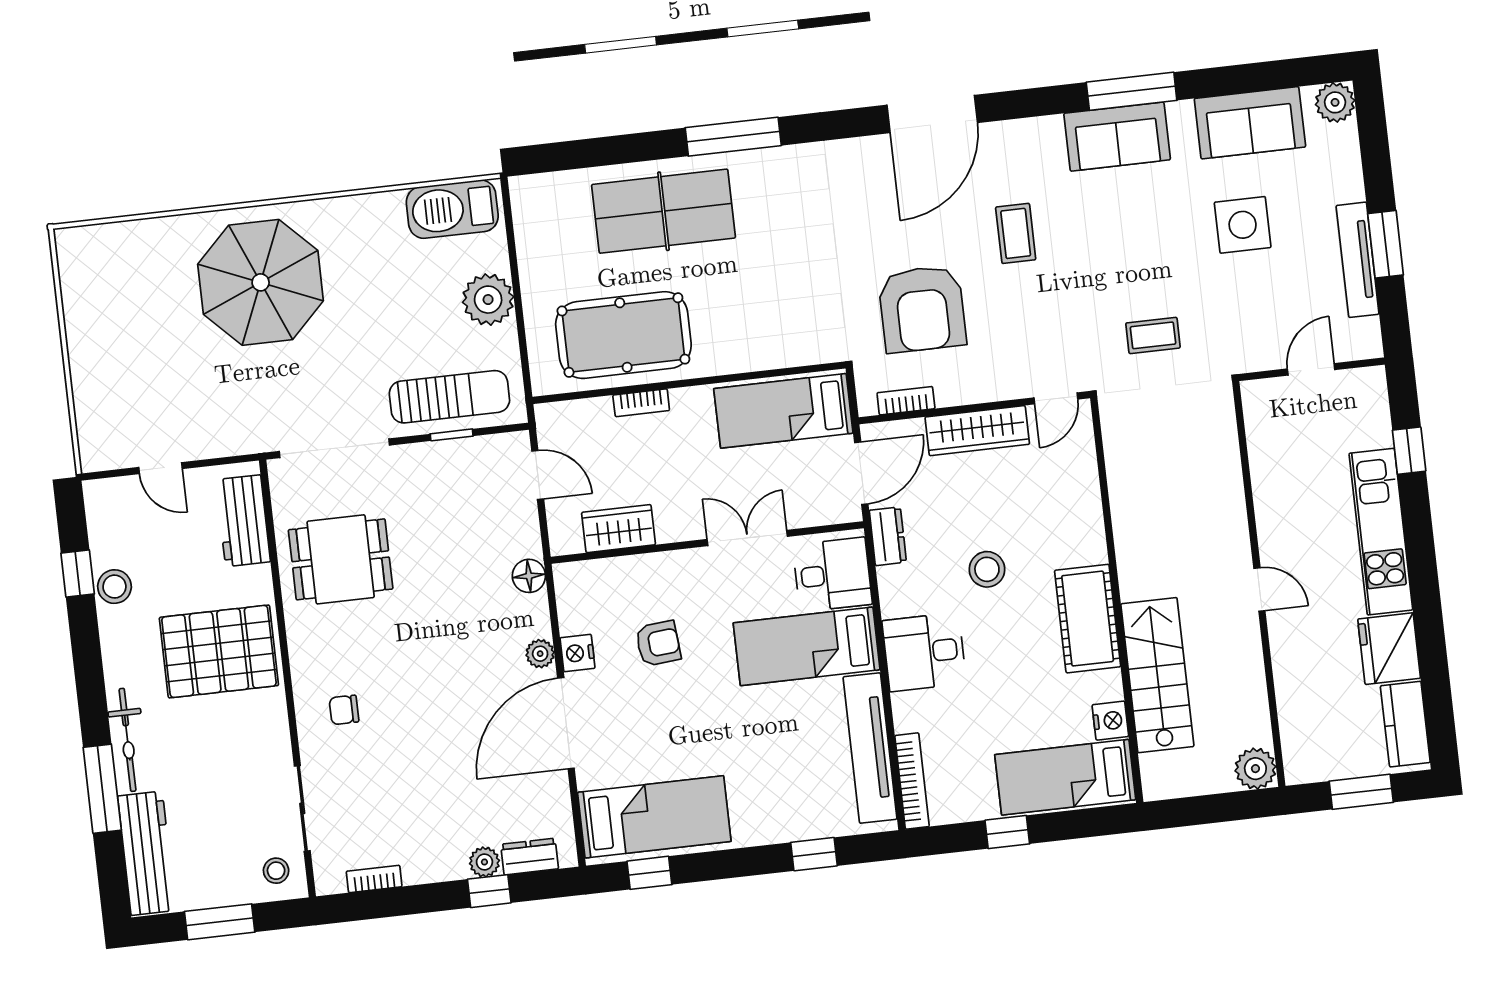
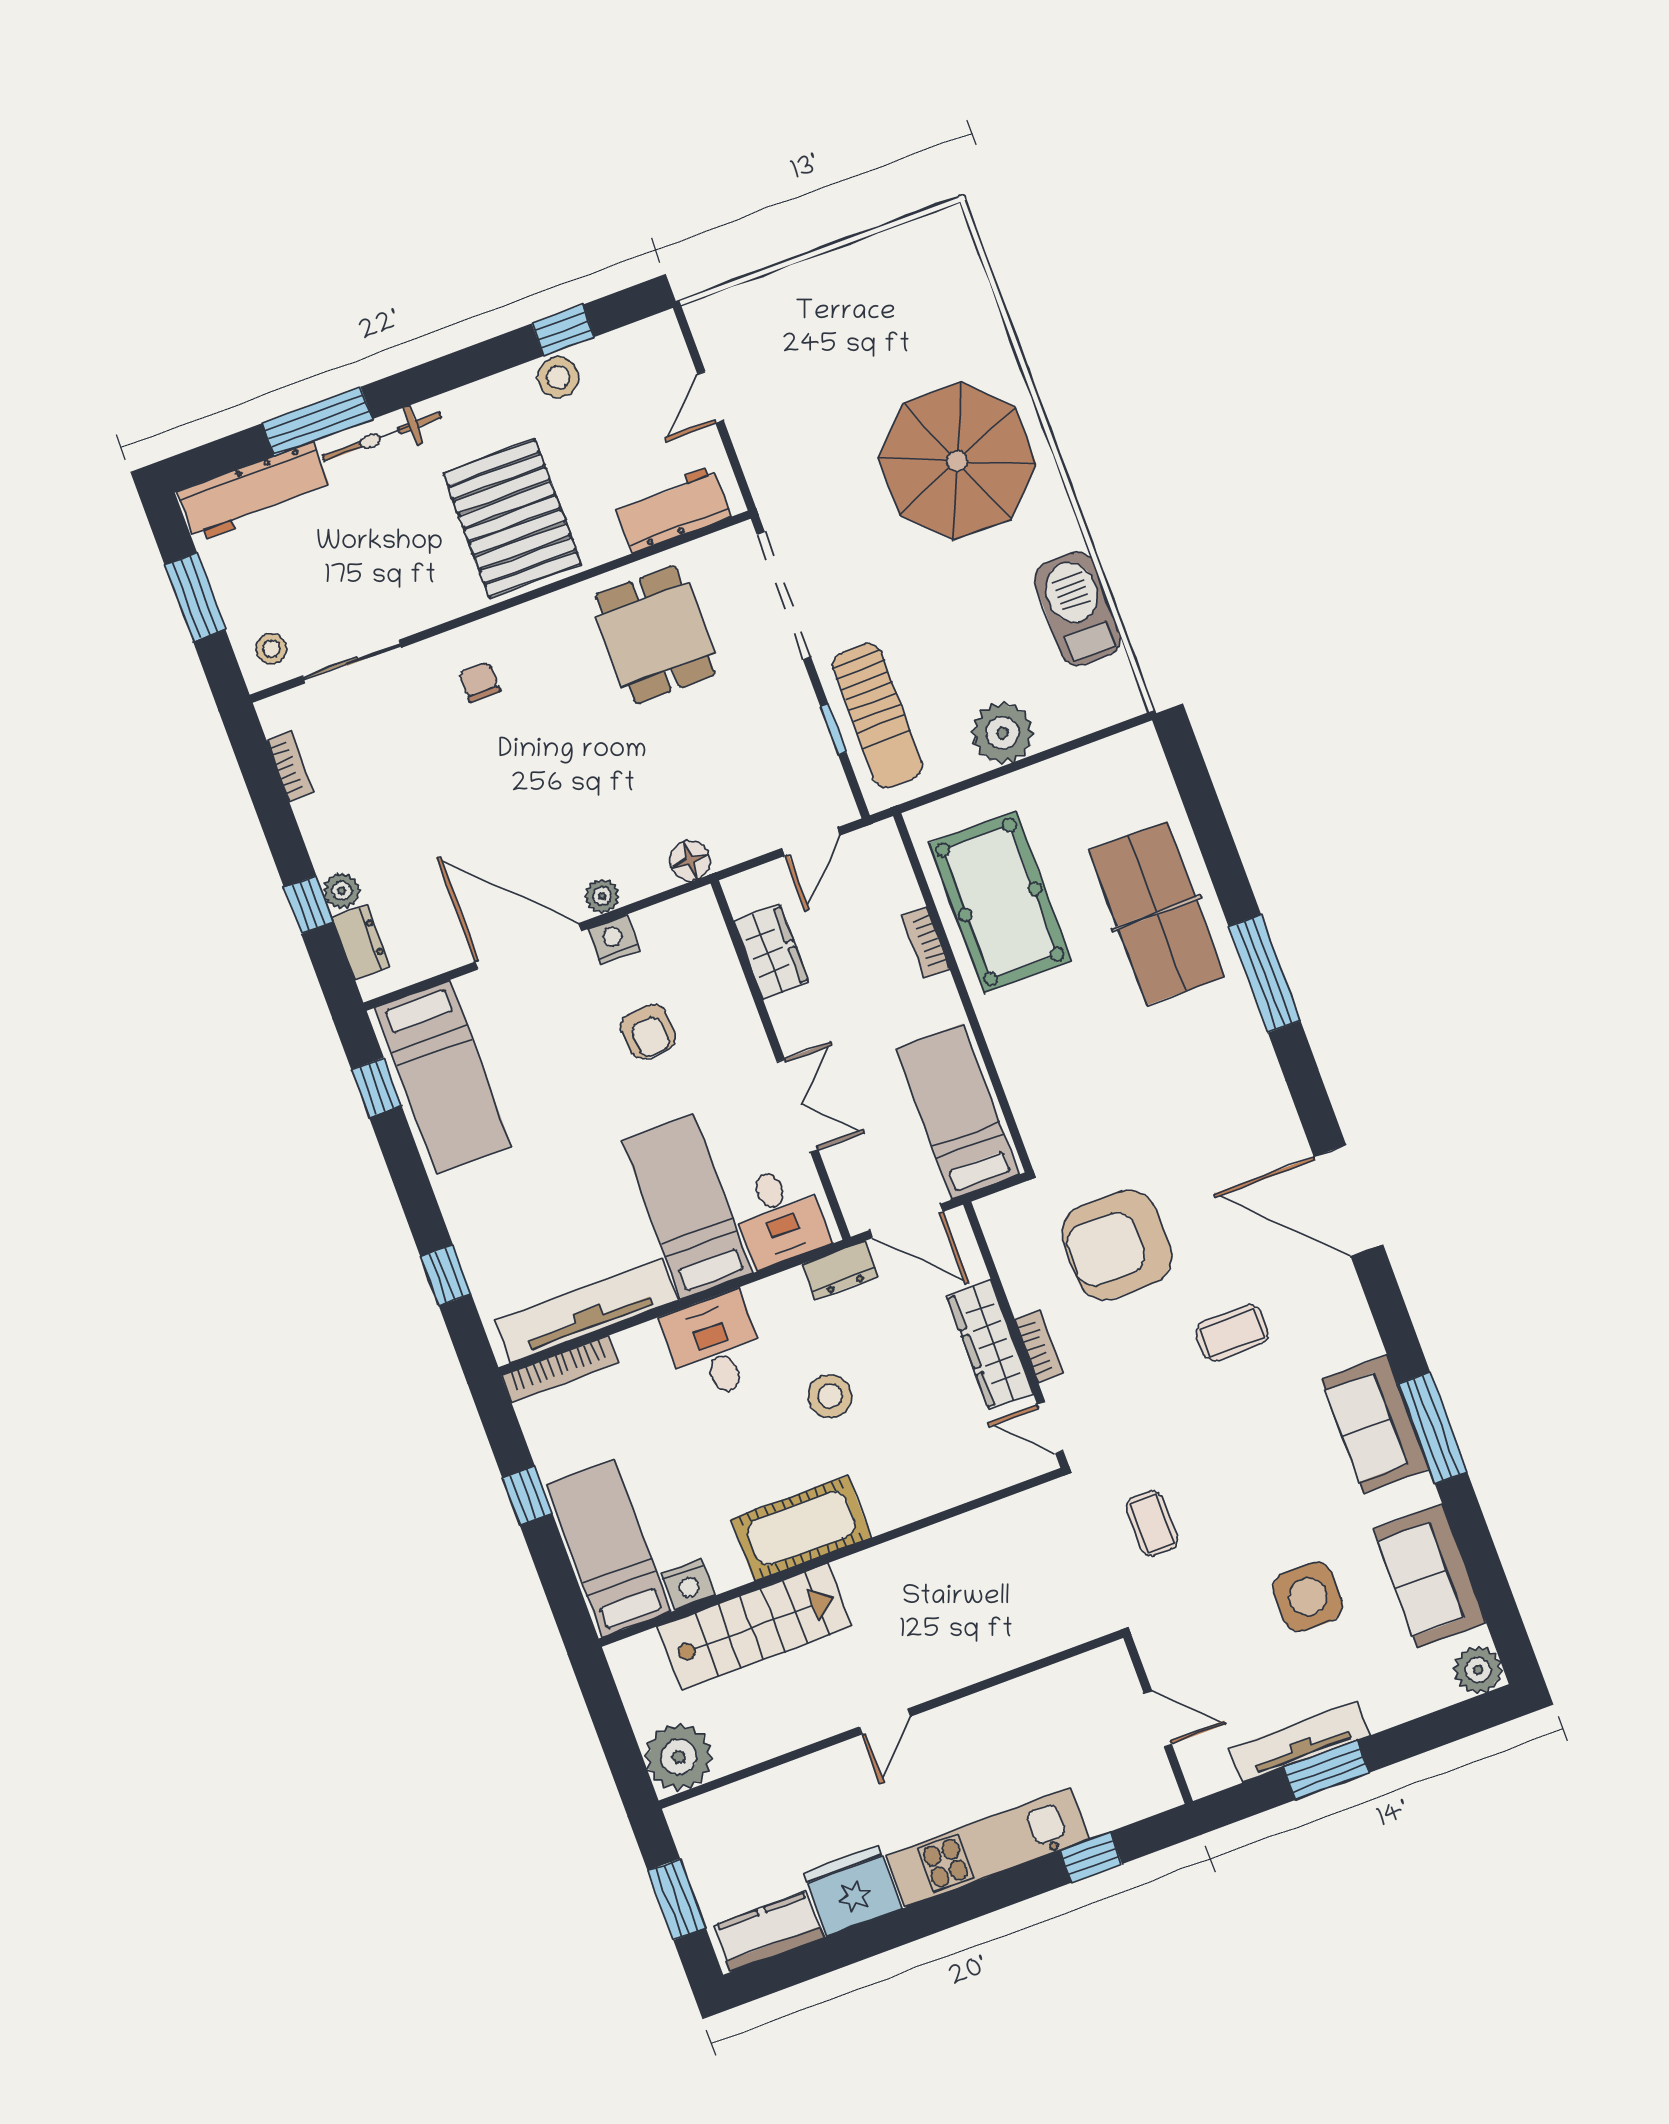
barbecue: (452, 209) -> (1078, 609), moved
bookcase: (906, 401) -> (1039, 1346), moved
plant: (1255, 769) -> (679, 1757), width x1.36, depth x1.36

